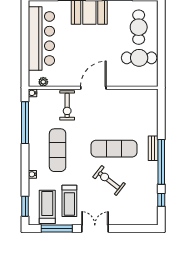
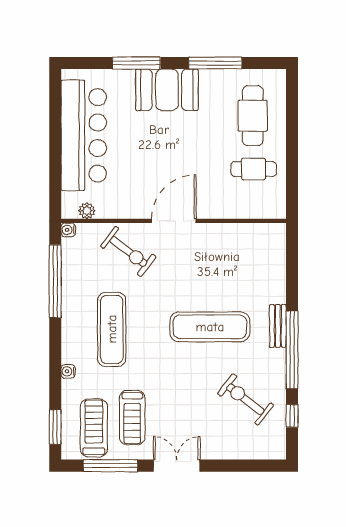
cafe table: (139, 58) -> (253, 169), width x0.73, depth x0.74
exercise bike: (67, 105) -> (128, 252), turned -53
exercise bike: (109, 180) -> (245, 399), moved

